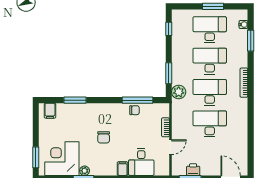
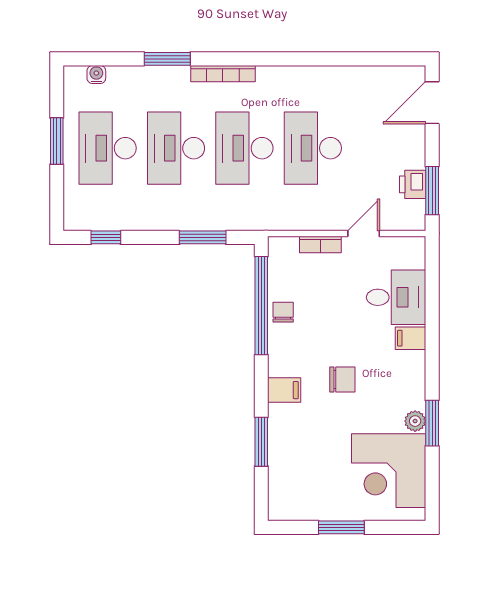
window: (251, 41) -> (167, 59), moved
plant: (179, 92) -> (243, 216), removed
window: (137, 100) -> (261, 306), width x1.46
filing cabinet: (50, 111) -> (284, 390), moved
door: (171, 147) -> (364, 234), hinge flipped
window: (36, 157) -> (341, 527), moved

